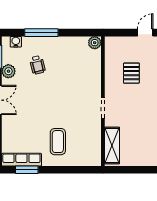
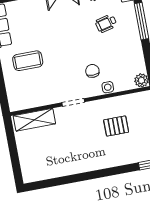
side table: (95, 74) -> (108, 87), added
chair: (78, 85) -> (92, 71), added

